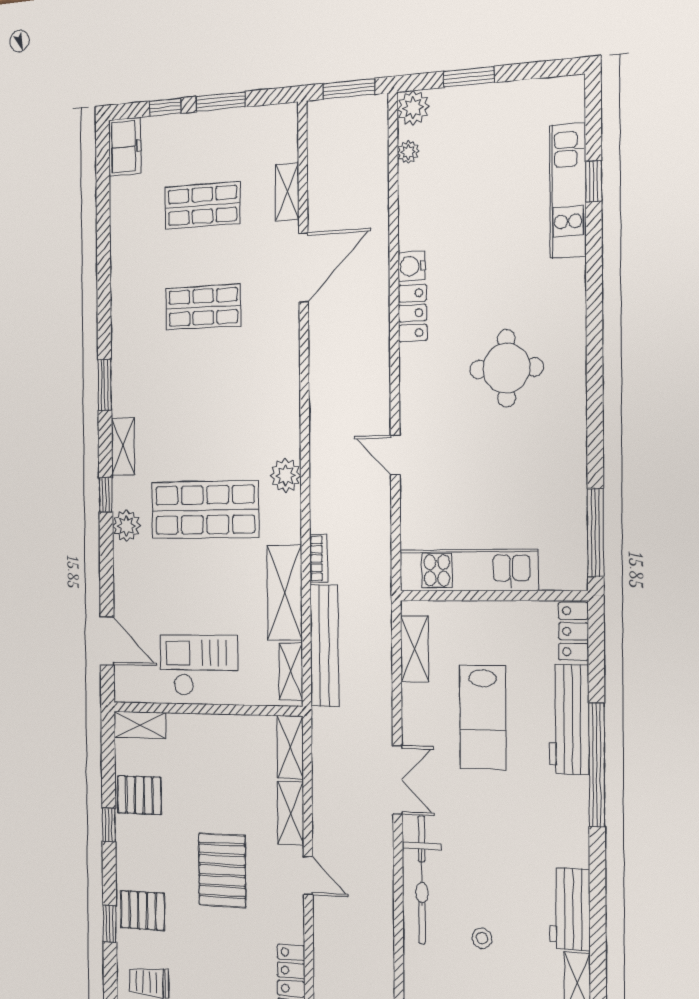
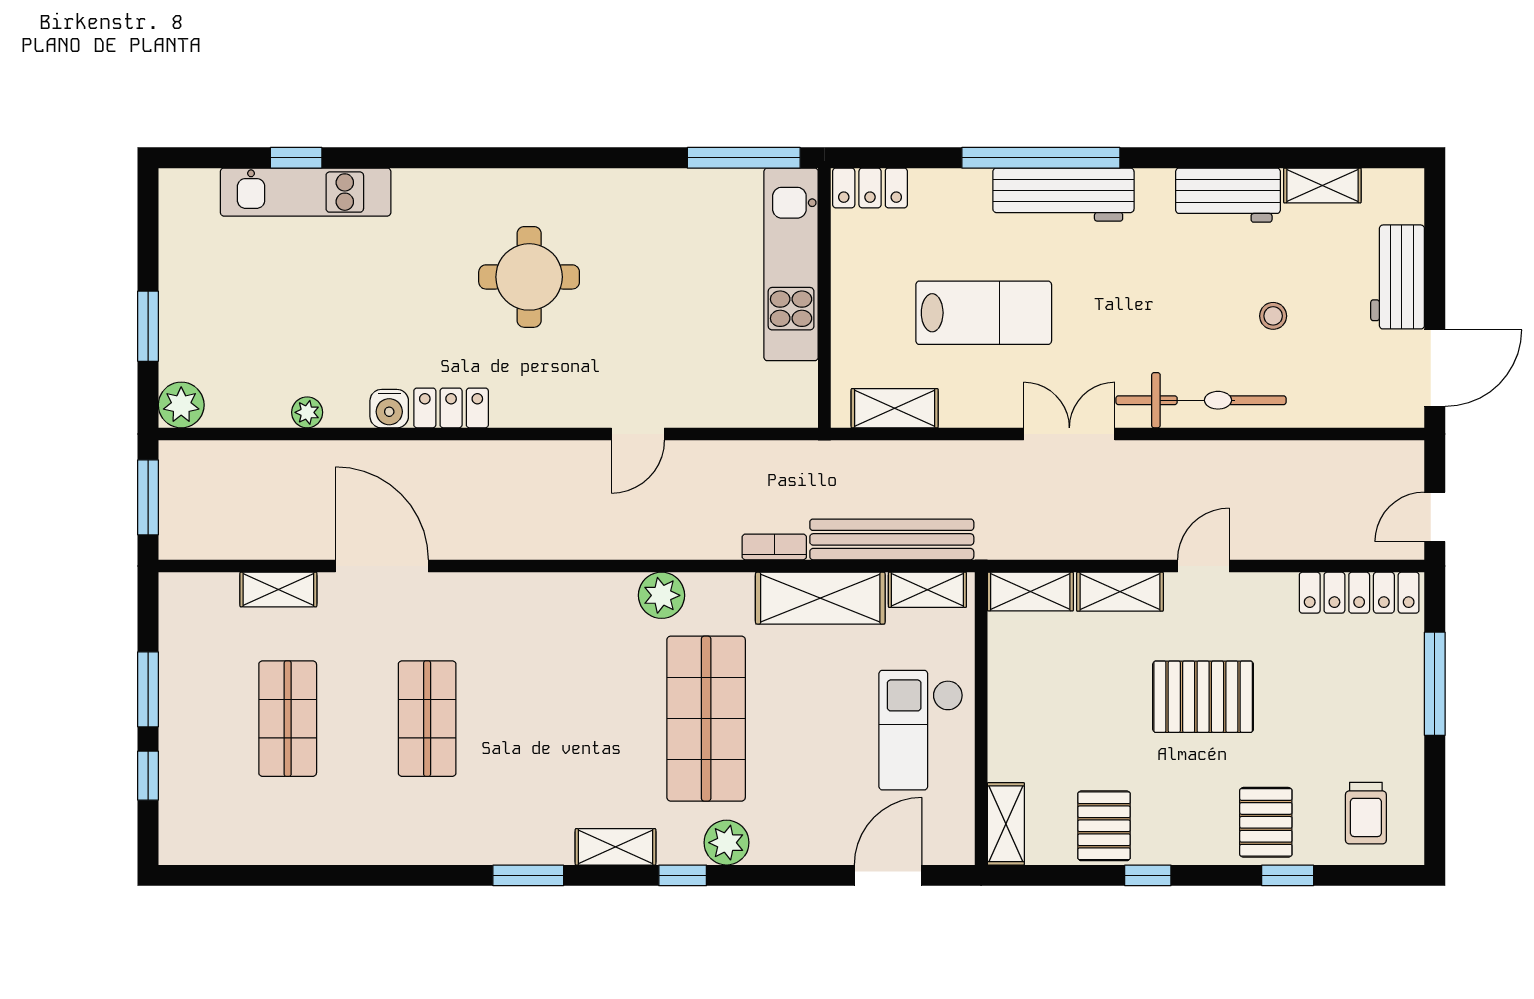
freezer: (125, 147) -> (198, 840), removed
plant: (408, 152) -> (307, 412), moved
kitchen unit: (468, 570) -> (791, 264), moved
workbench: (569, 719) -> (1063, 195), moved

